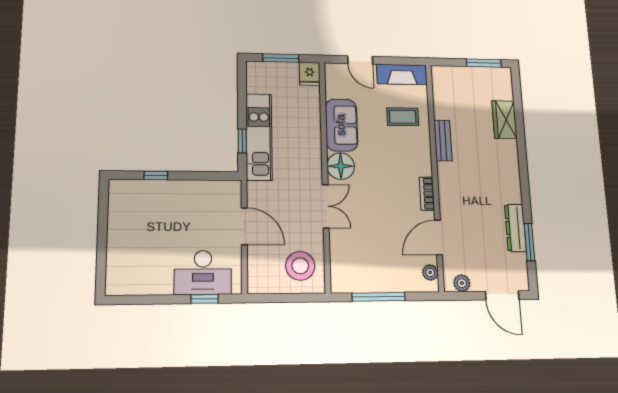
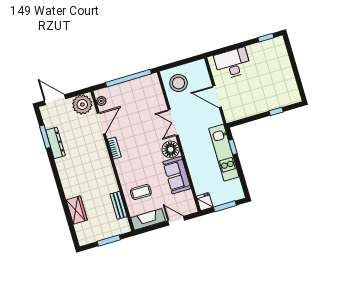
window: (484, 63) -> (109, 240), moved
bench: (443, 140) -> (119, 205), moved
plant: (462, 283) -> (82, 104), width x1.87, depth x1.87
window: (379, 297) -> (128, 78), width x1.46
window: (205, 299) -> (266, 38), moved

